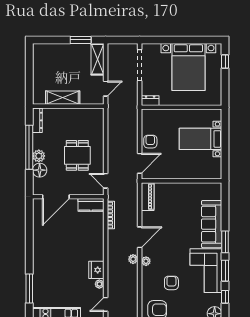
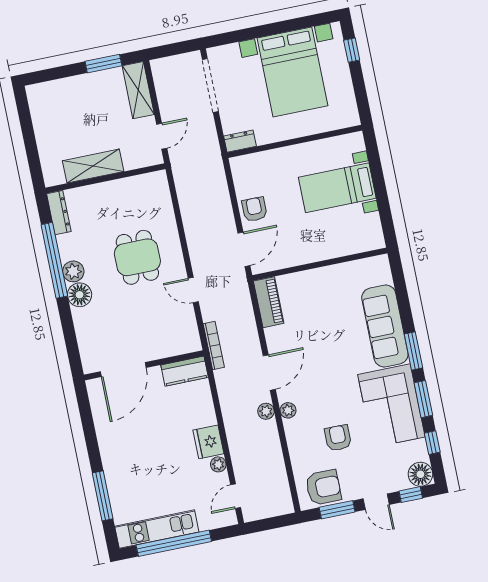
door: (56, 197) -> (123, 370), moved
wall: (68, 197) -> (144, 365), moved
kitchen counter: (91, 205) -> (185, 371), moved

